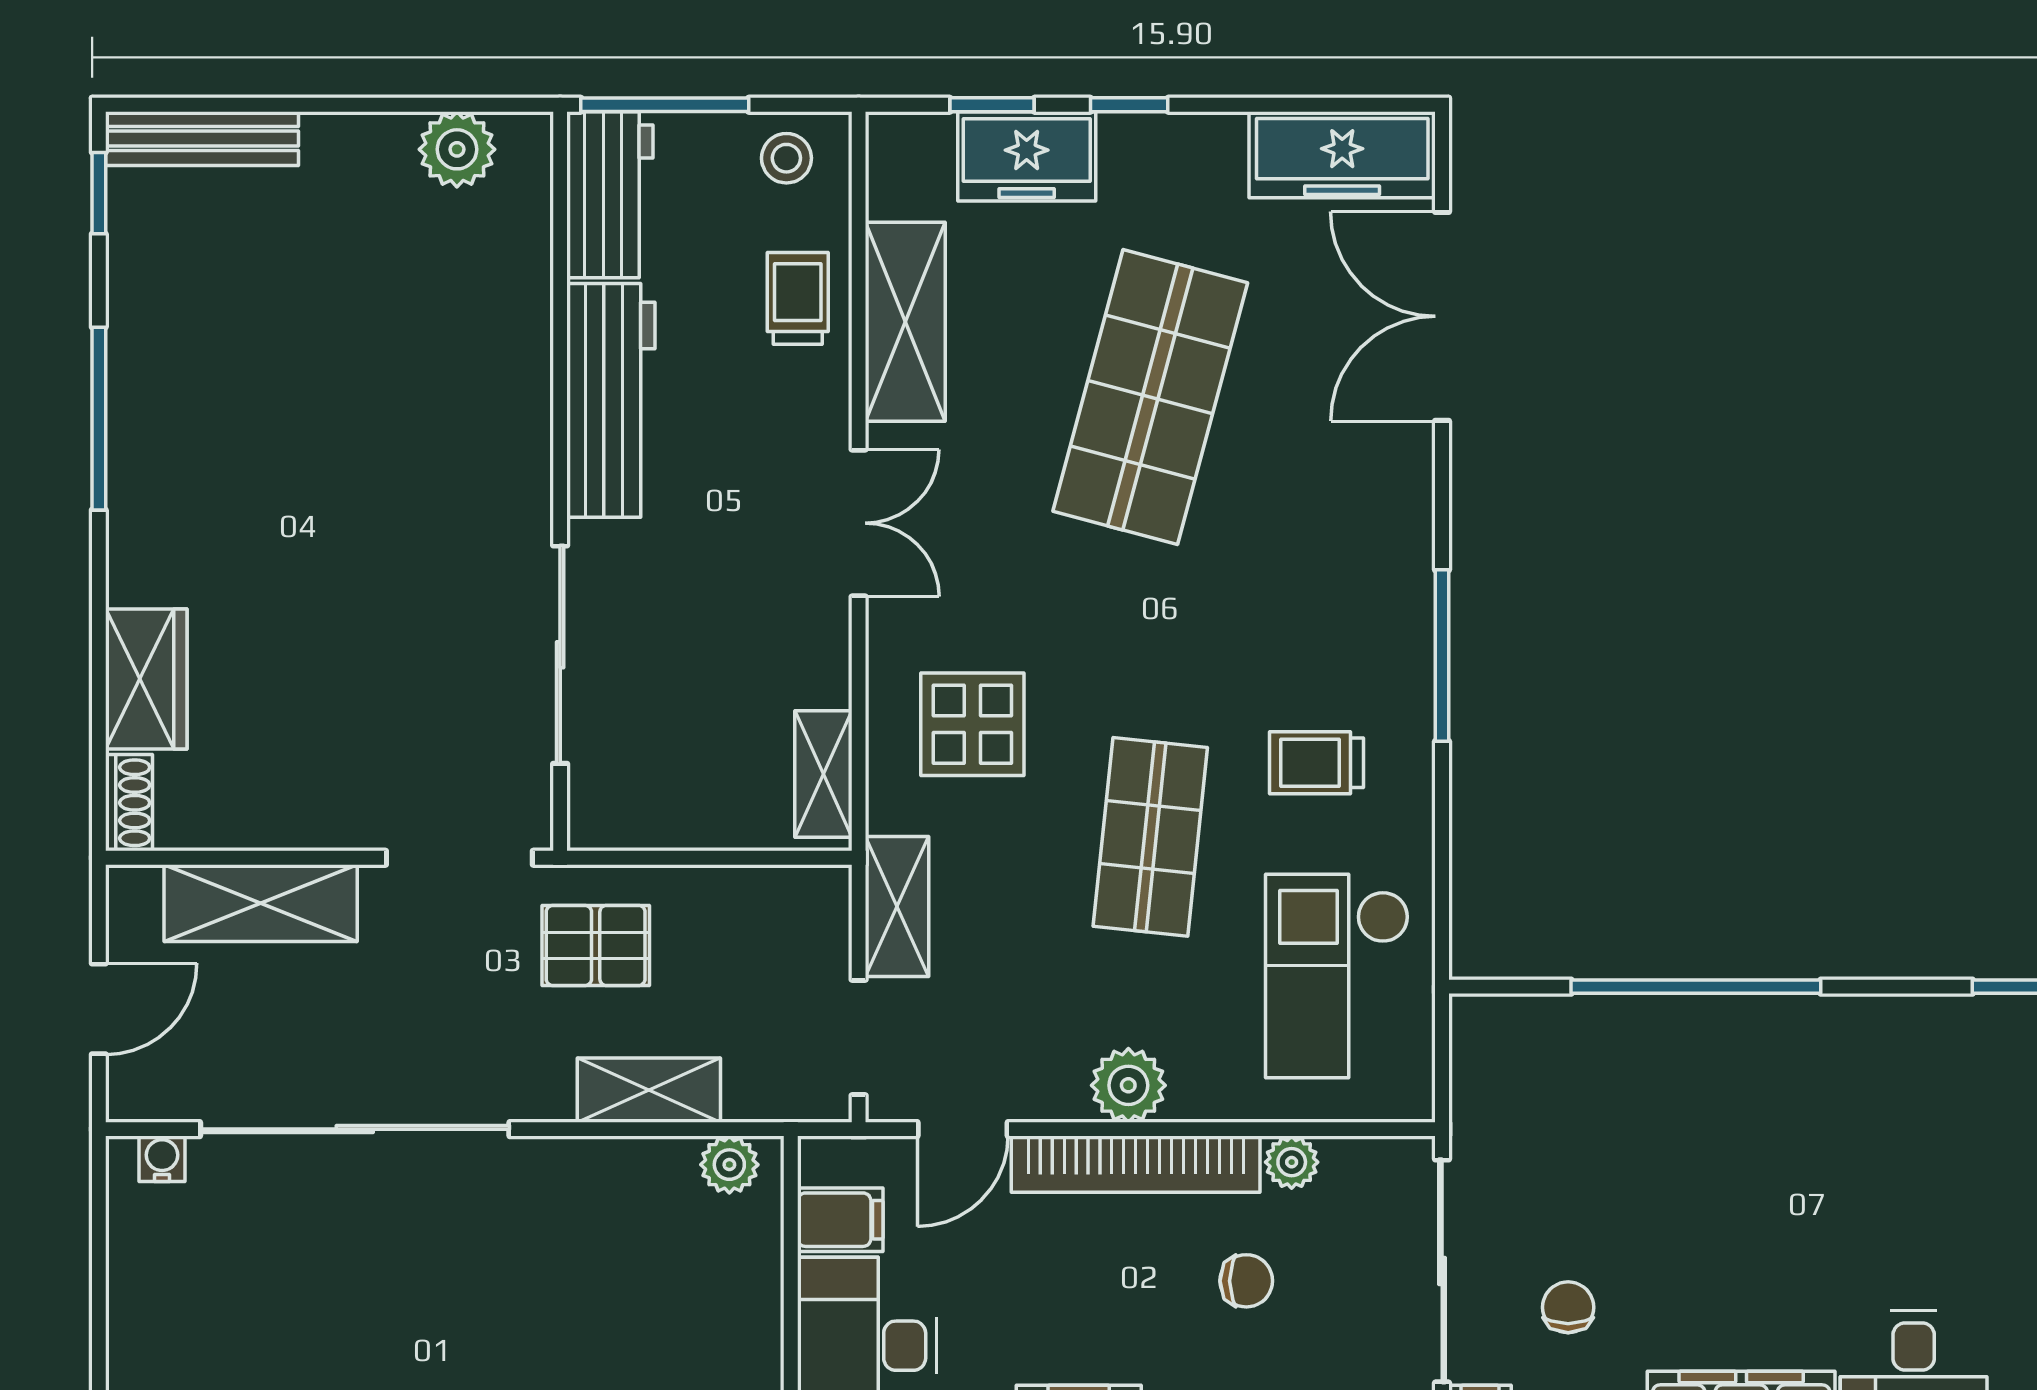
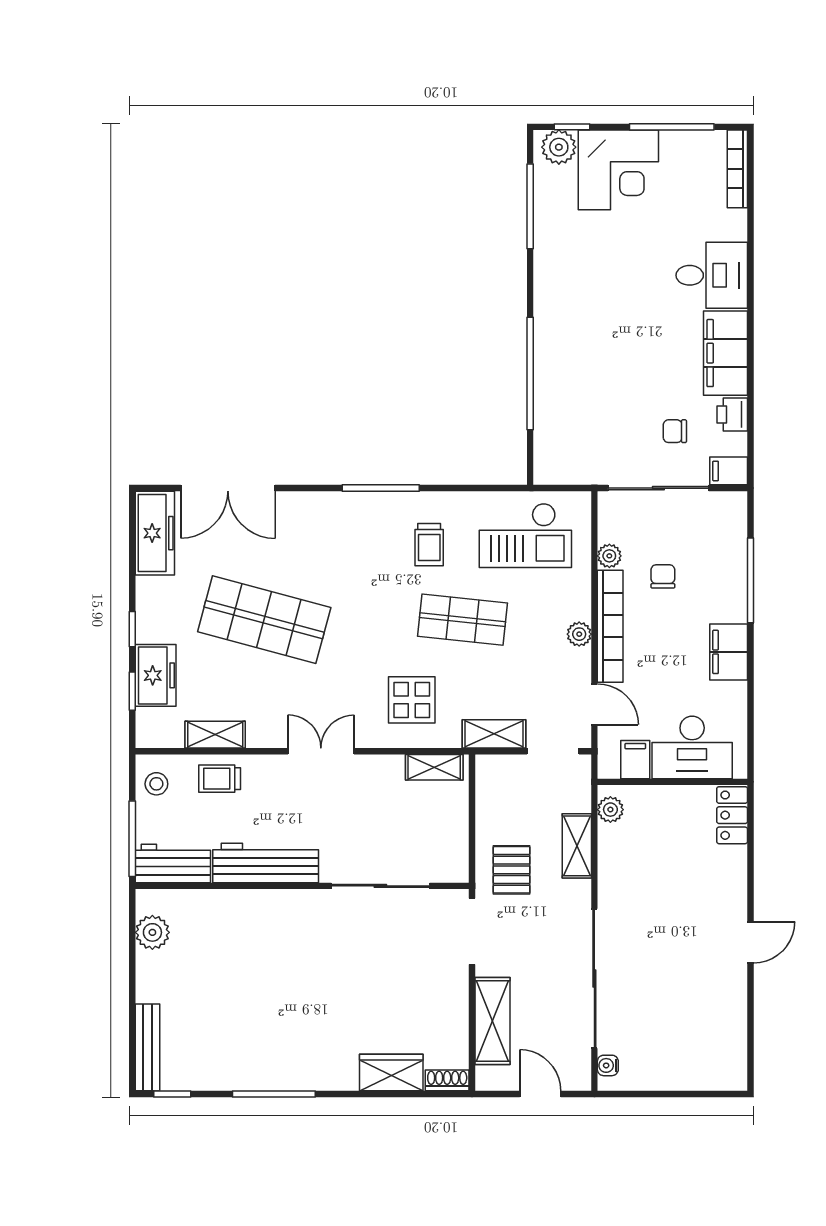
shelving: (905, 322) -> (215, 735), width x0.67, depth x0.75
plant: (1128, 1085) -> (579, 634), width x0.73, depth x0.73

